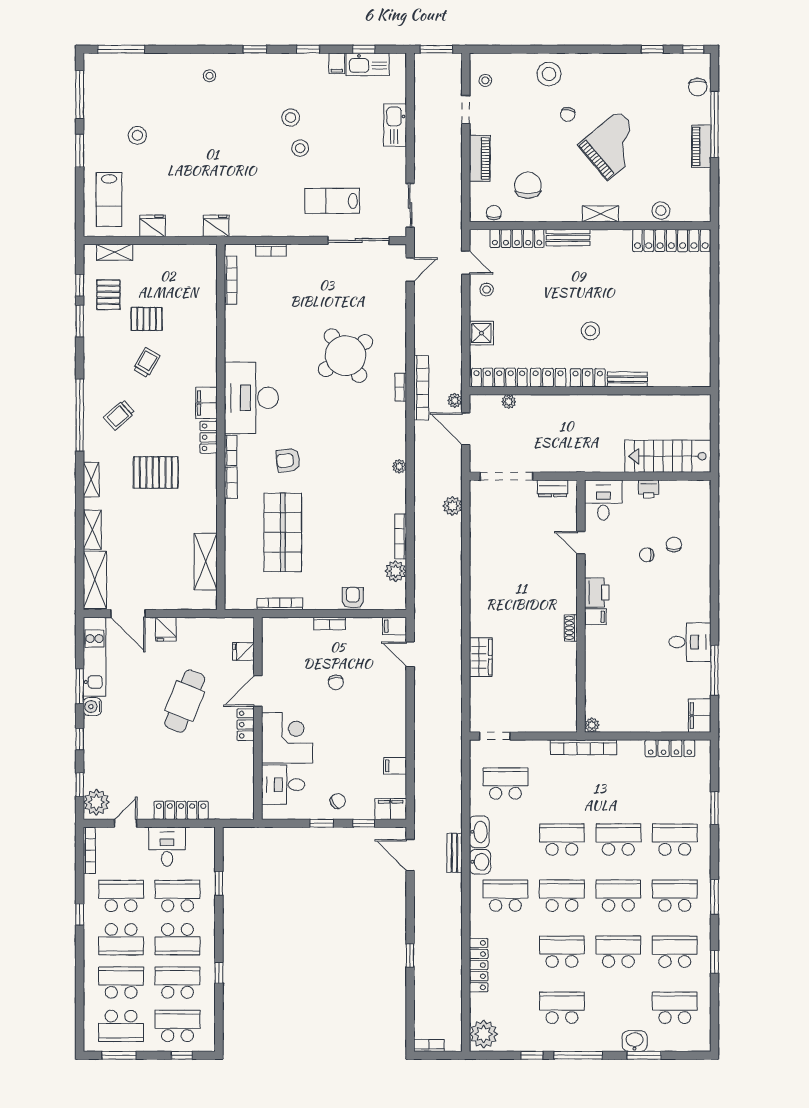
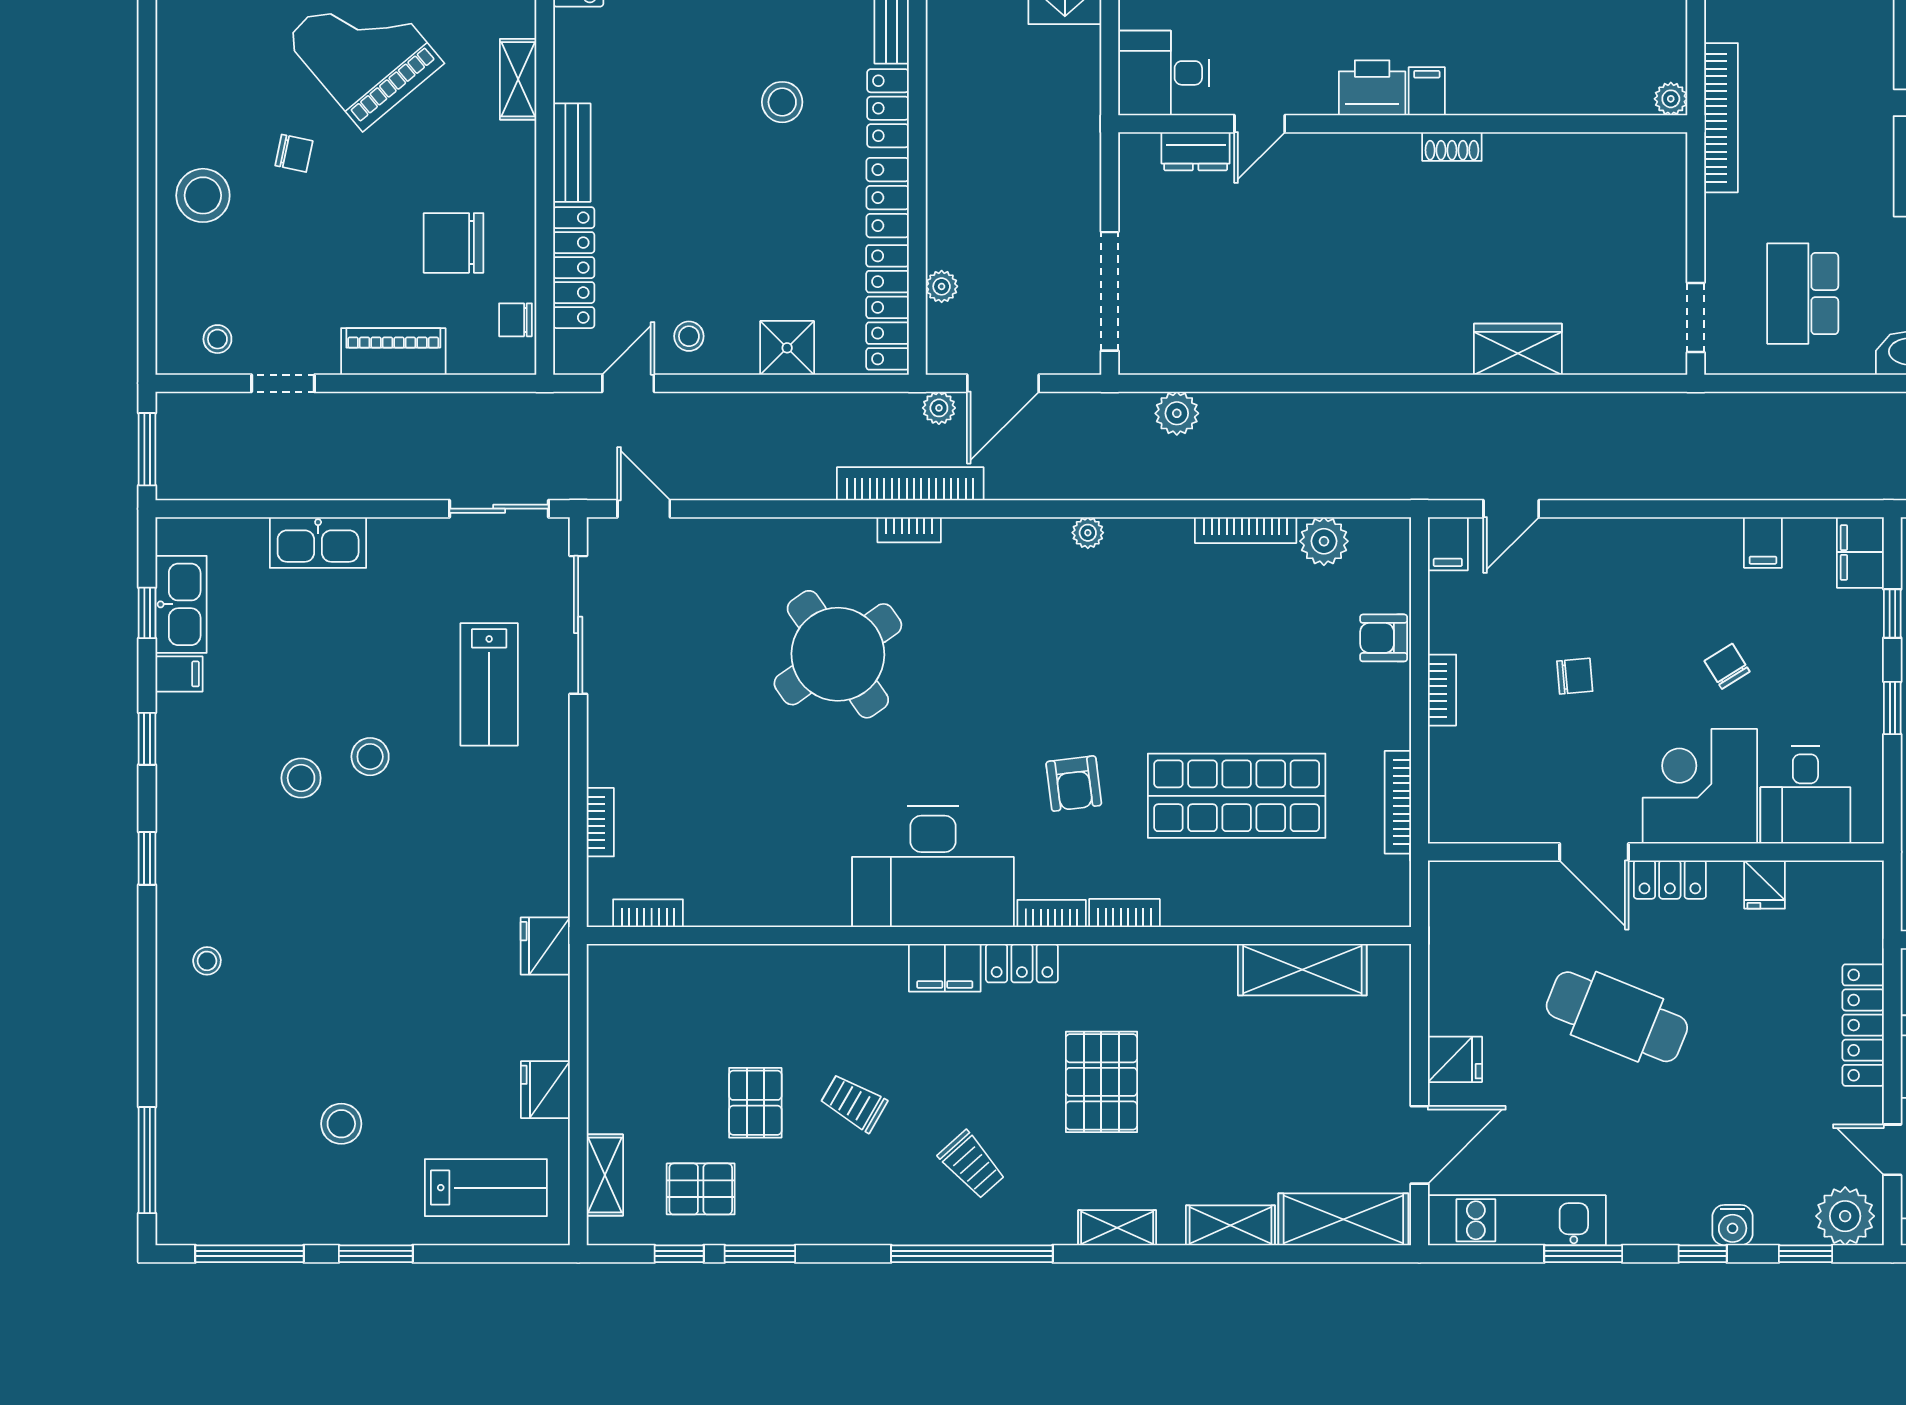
bookcase: (231, 280) -> (648, 913), width x0.64
dresser: (553, 488) -> (1196, 151), moved, turned 90
fridge: (243, 651) -> (1765, 884), moved
water cooler: (92, 707) -> (1733, 1225), moved
chair: (338, 801) -> (1727, 666), moved

